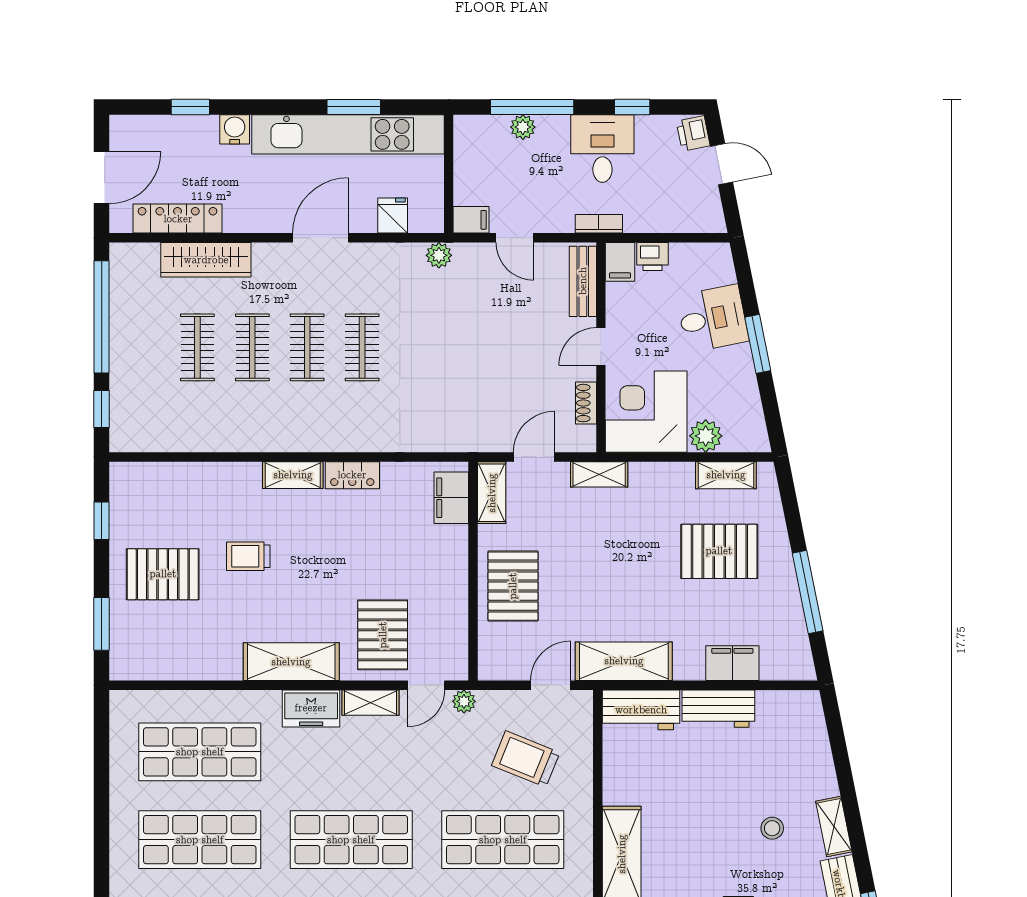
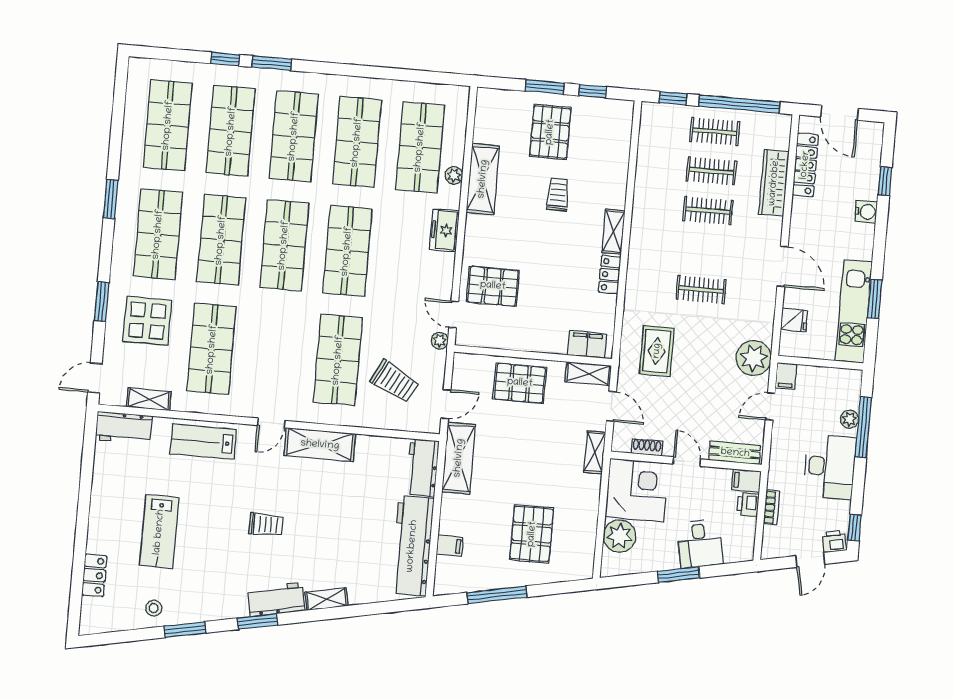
window: (632, 107) -> (855, 528), moved
kitchen unit: (348, 134) -> (854, 311), width x0.73
desk: (602, 148) -> (830, 467), width x1.37
bookcase: (599, 224) -> (772, 507), moved
plant: (439, 255) -> (754, 358), width x1.88, depth x1.88
clothes rail: (307, 347) -> (715, 132), moved
rug: (452, 401) -> (657, 351), added
plant: (706, 436) -> (620, 536), width x1.36, depth x1.36
shelving: (726, 475) -> (586, 543), removed
window: (102, 624) -> (545, 87), moved
shelving: (291, 662) -> (483, 179), moved
filing cabinet: (732, 663) -> (450, 546), width x0.50
door: (551, 685) -> (446, 404), hinge flipped
plant: (234, 702) -> (454, 175), added
shelving: (371, 703) -> (445, 273), removed
workbench: (718, 709) -> (412, 546), width x1.88, depth x1.32
trolley: (526, 759) -> (395, 381), turned 96
stool: (772, 828) -> (329, 555), removed

